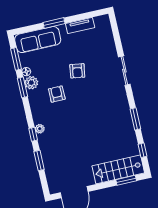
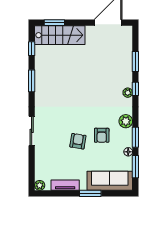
plant: (105, 20) -> (40, 185), added
plant: (31, 83) -> (126, 121), moved
armchair: (57, 94) -> (102, 135), moved

